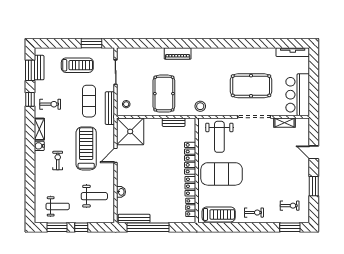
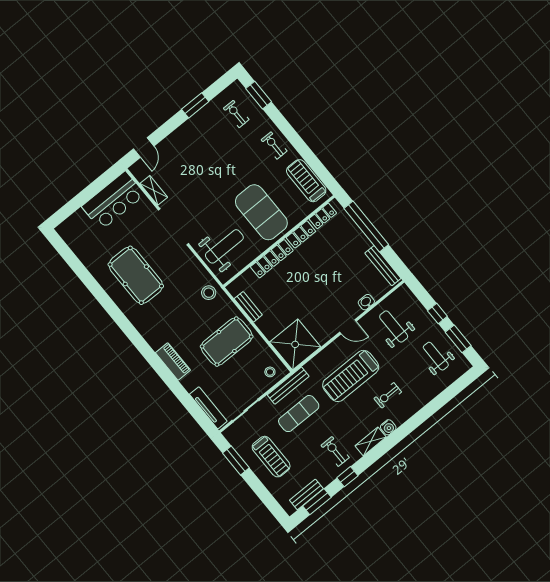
tv unit: (293, 52) -> (208, 408), moved
treadmill: (77, 65) -> (271, 457), turned 180
pool table: (251, 86) -> (136, 275), moved
door: (314, 152) -> (144, 148), moved
door: (116, 155) -> (348, 327), moved
window: (148, 227) -> (366, 226), moved

